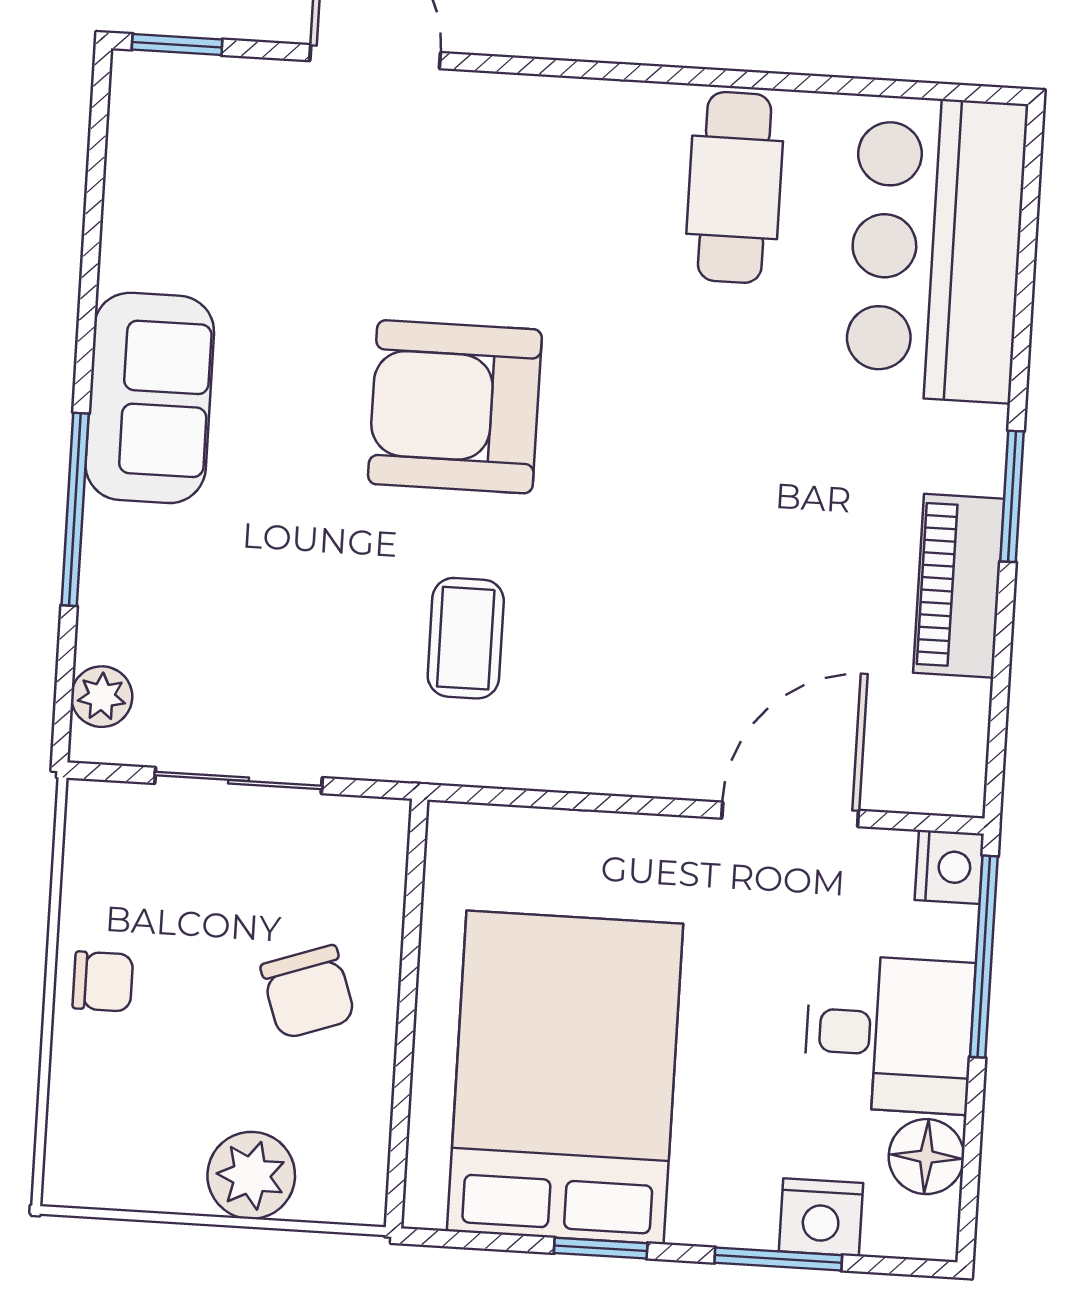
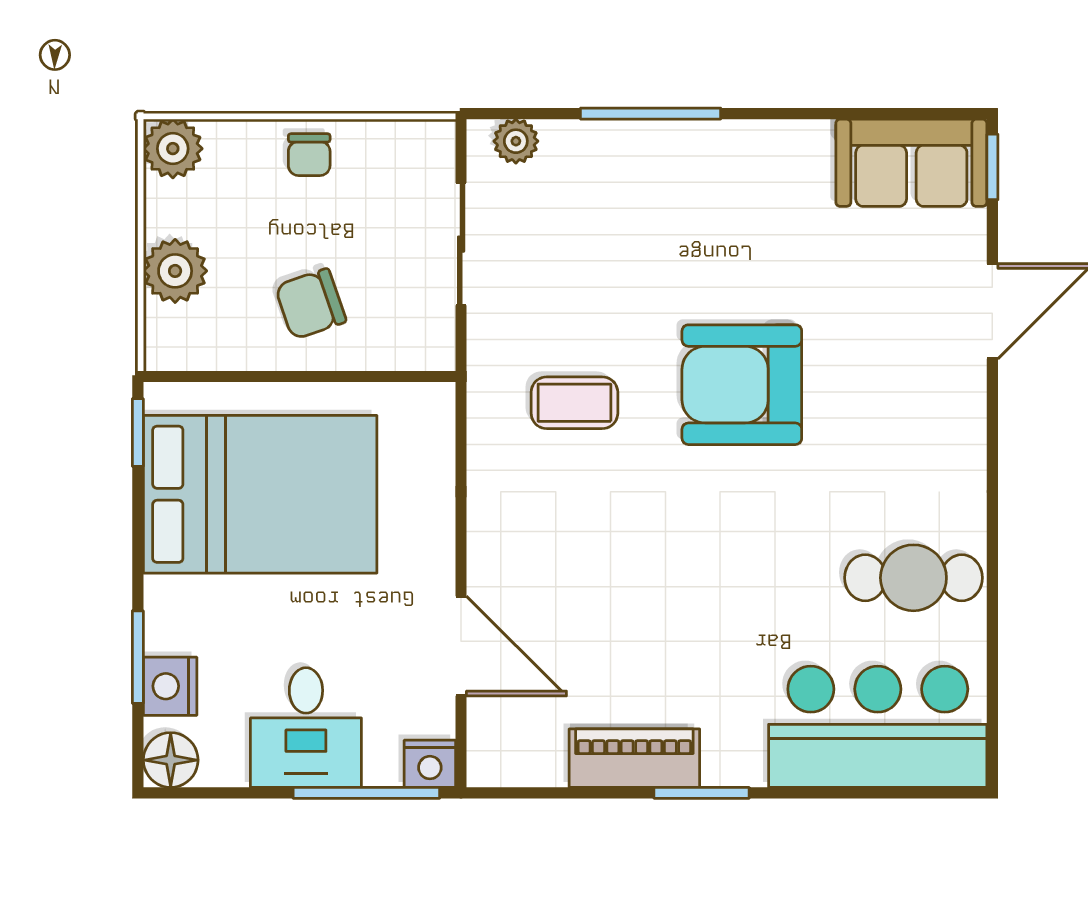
sofa: (150, 398) -> (911, 163), moved
armchair: (455, 407) -> (742, 385), turned -90
floor lamp: (926, 1157) -> (171, 760), moved
plant: (83, 1168) -> (173, 149), added
window: (601, 1248) -> (138, 433), moved

